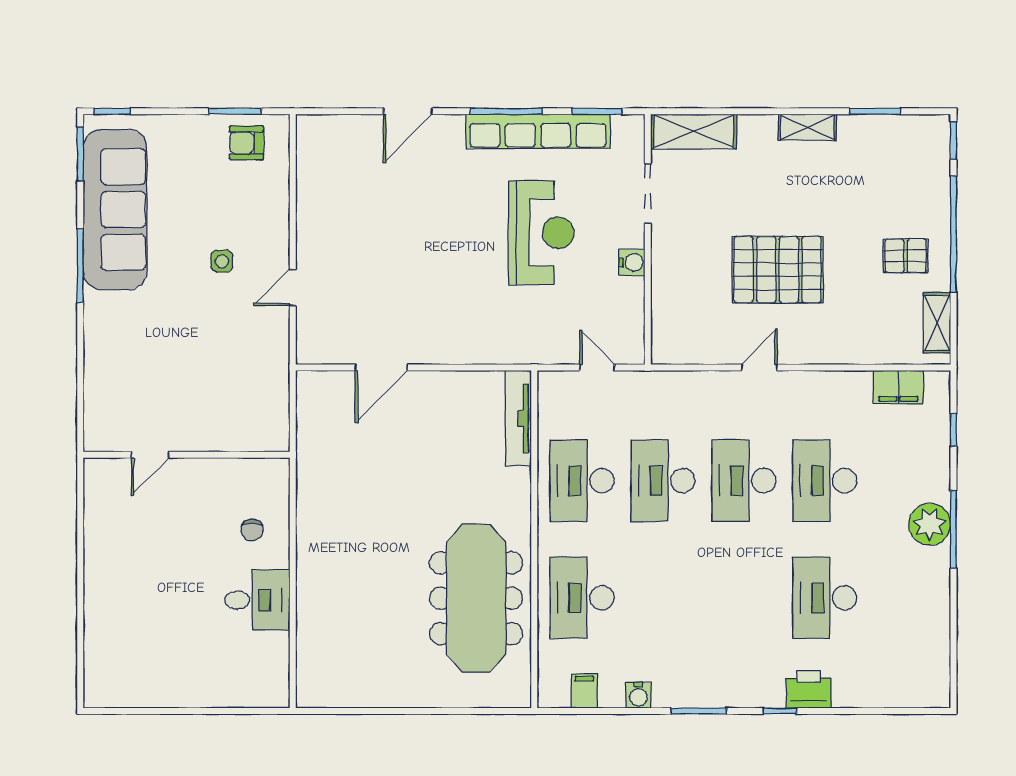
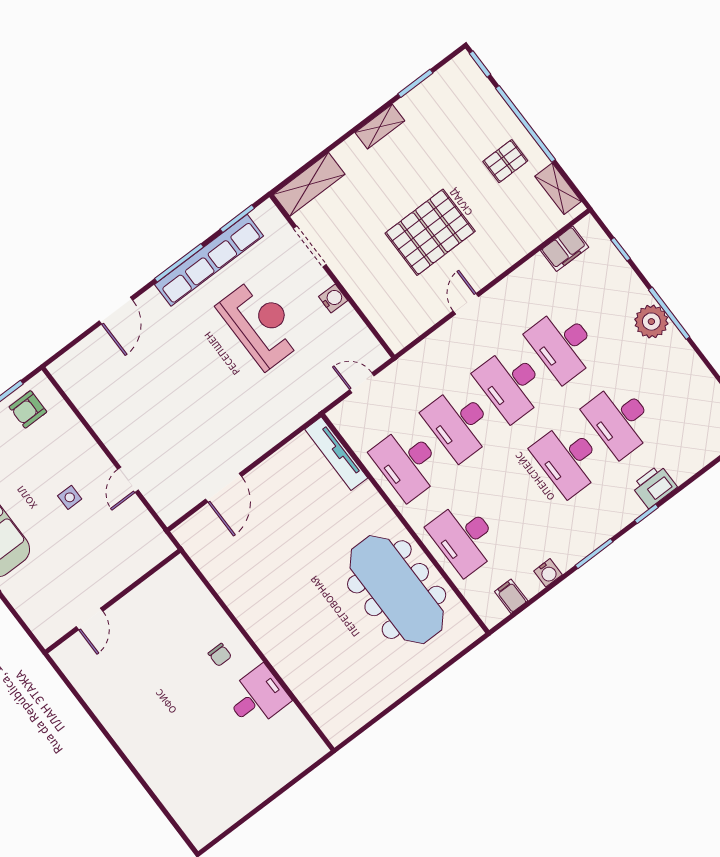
door: (150, 455) -> (89, 619), moved
wall: (186, 455) -> (113, 601), moved
desk: (744, 598) -> (568, 459), added

